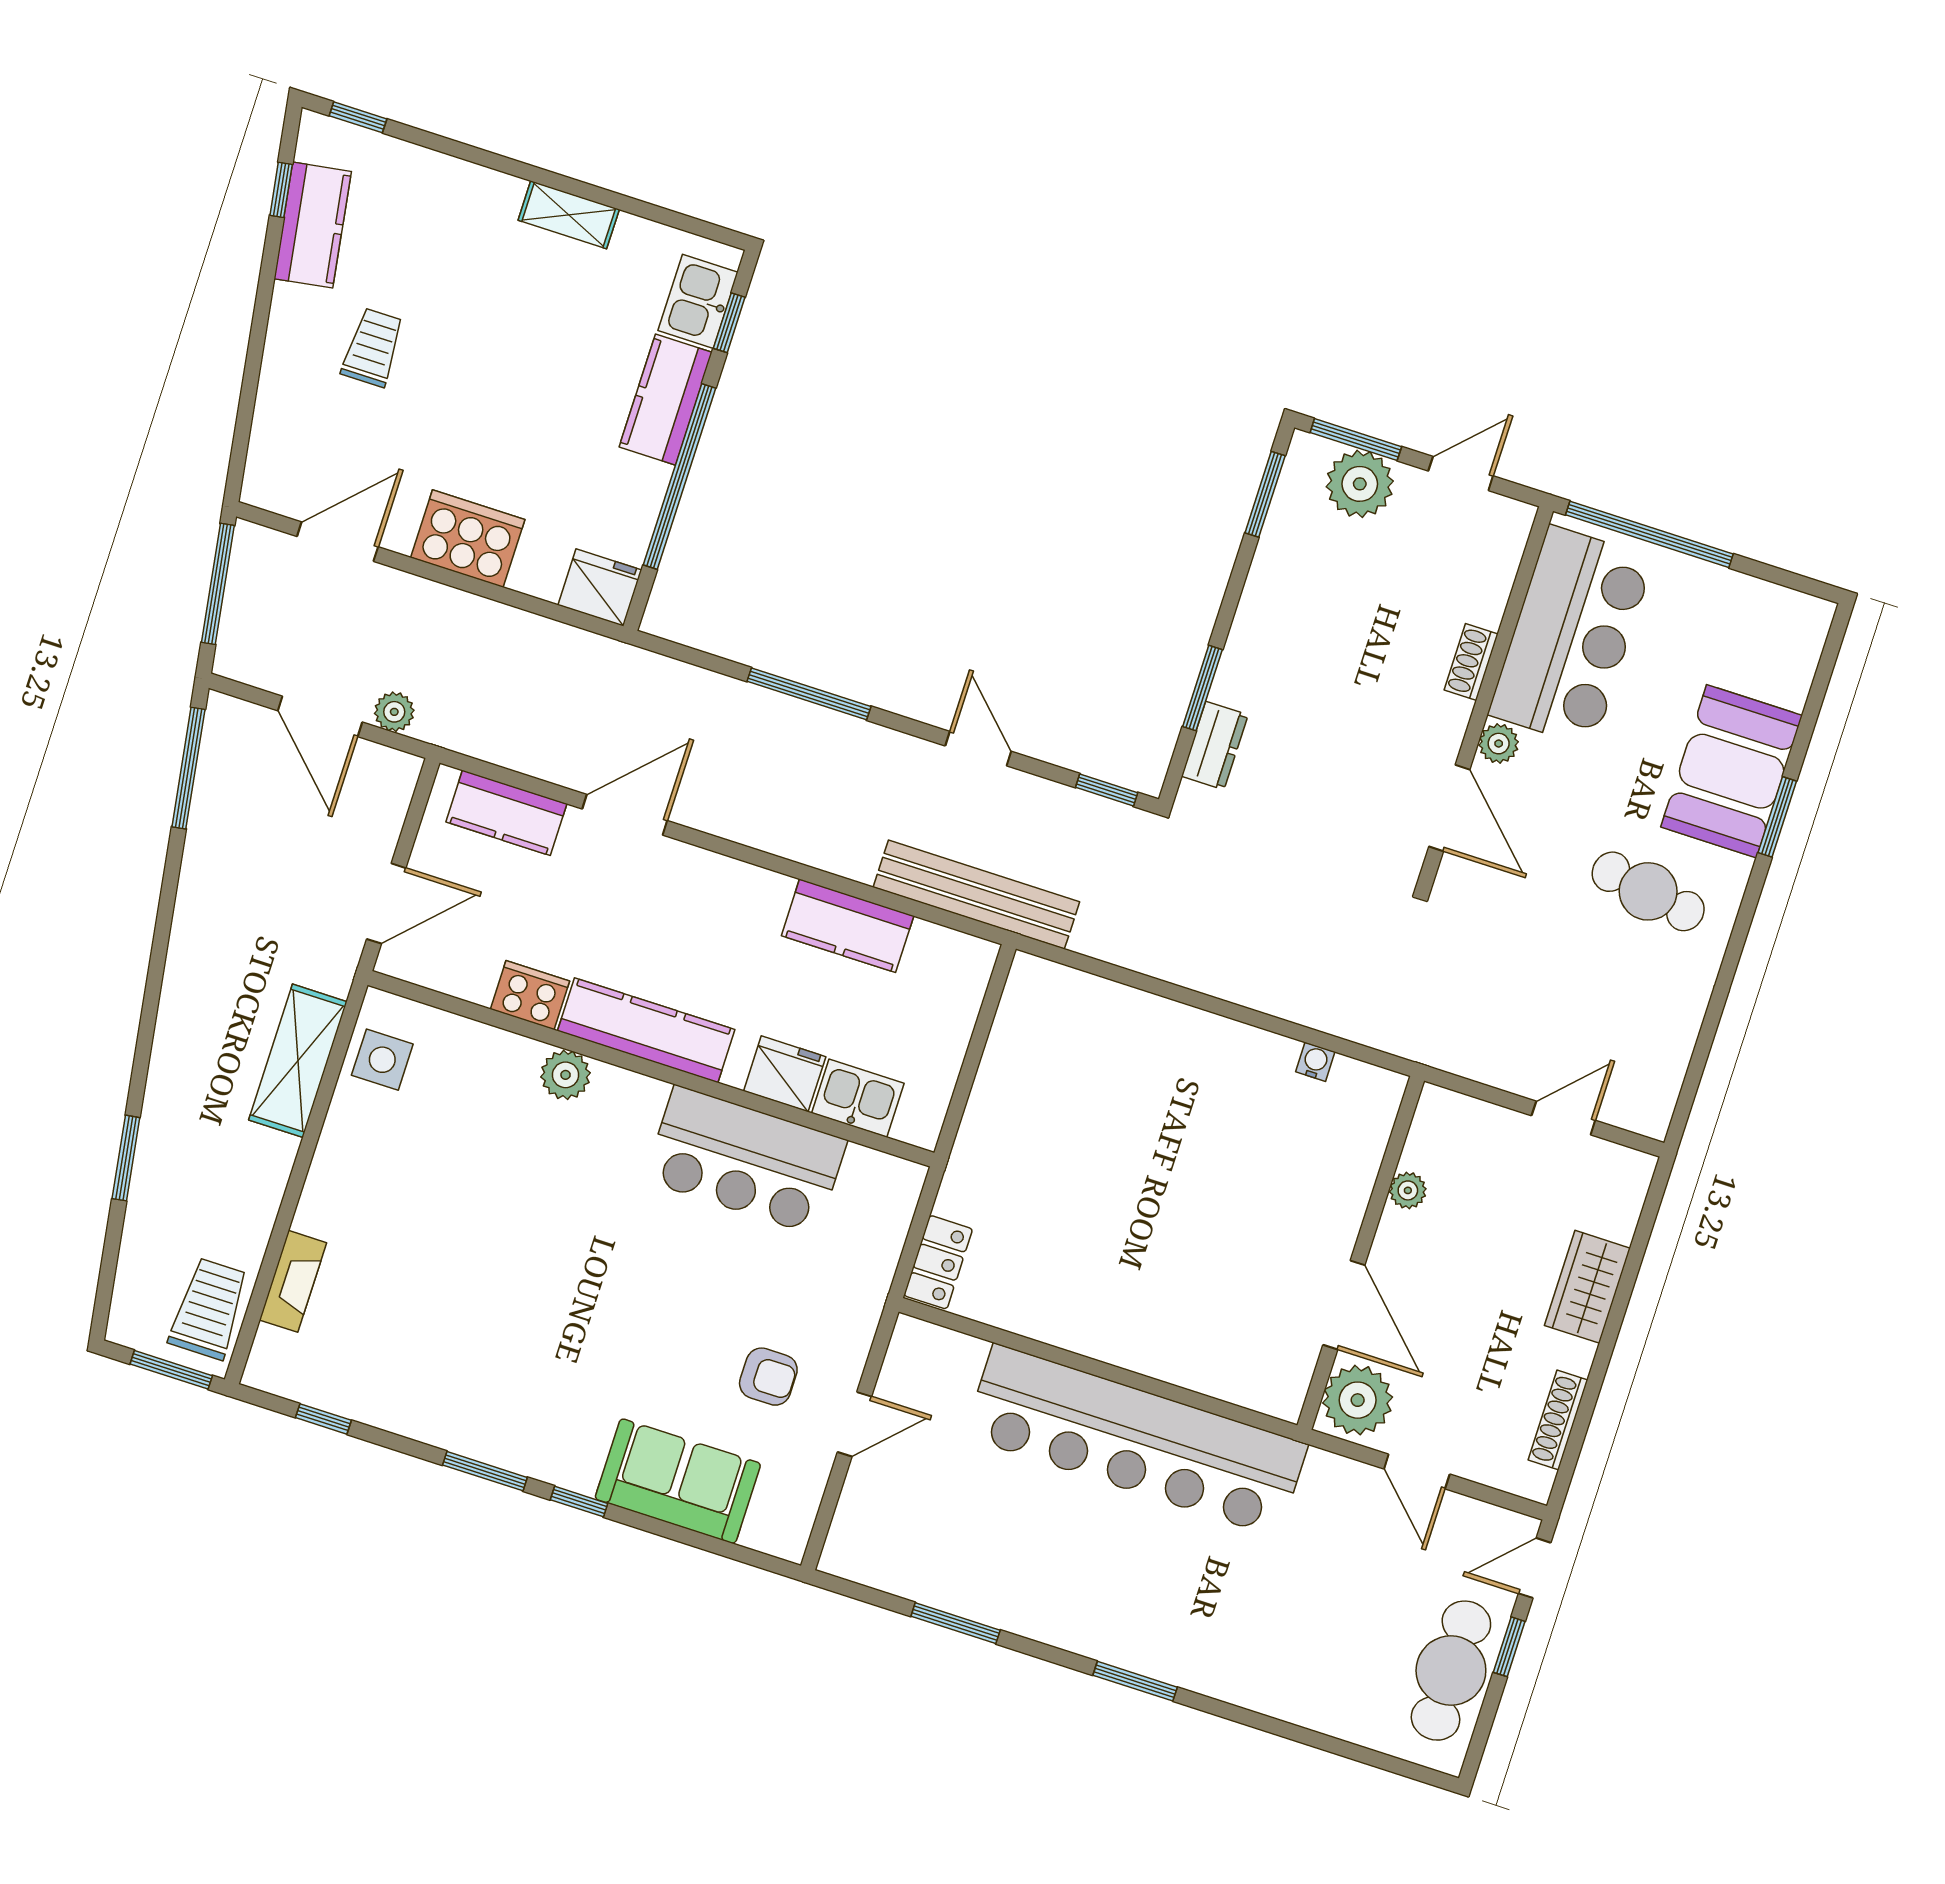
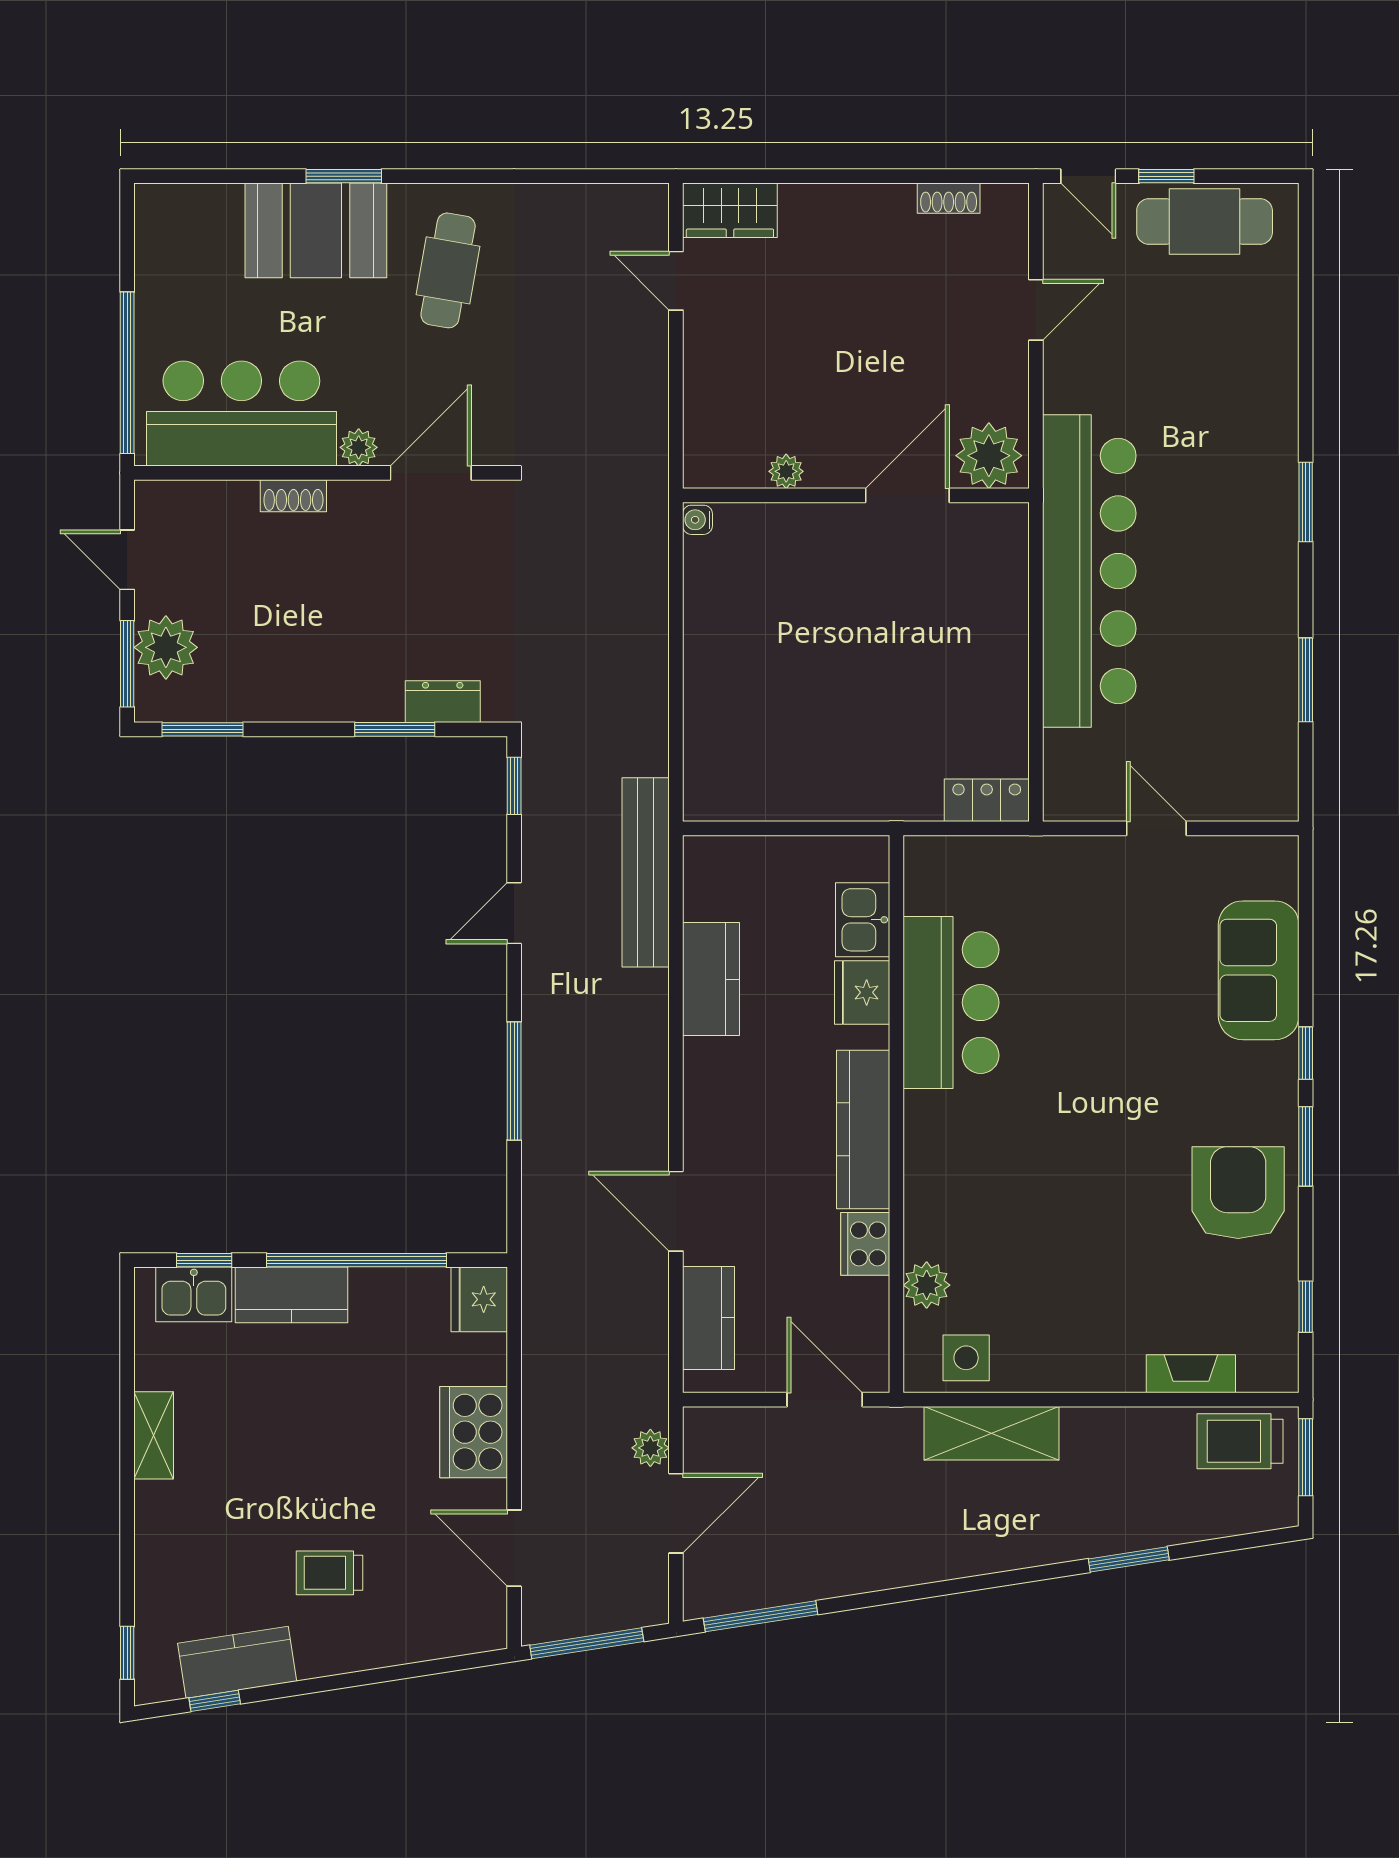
plant: (566, 1075) -> (927, 1285), moved
plant: (1408, 1190) -> (786, 471), moved
wall: (1361, 1253) -> (856, 495), moved
wardrobe: (1587, 1287) -> (730, 210), moved
door: (1344, 1305) -> (907, 495), moved
armchair: (768, 1377) -> (1238, 1193), moved, width x1.88, depth x1.88
plant: (1358, 1400) -> (989, 456), moved
shoe rack: (1558, 1420) -> (949, 198), width x0.70

